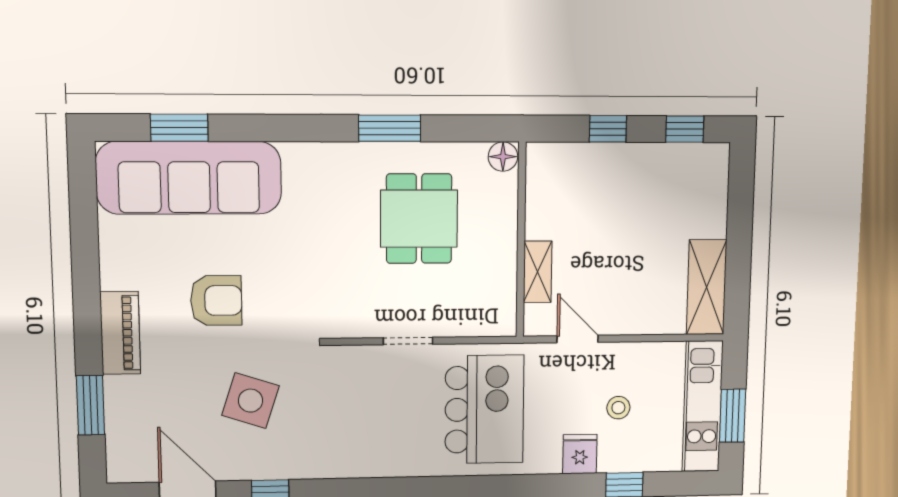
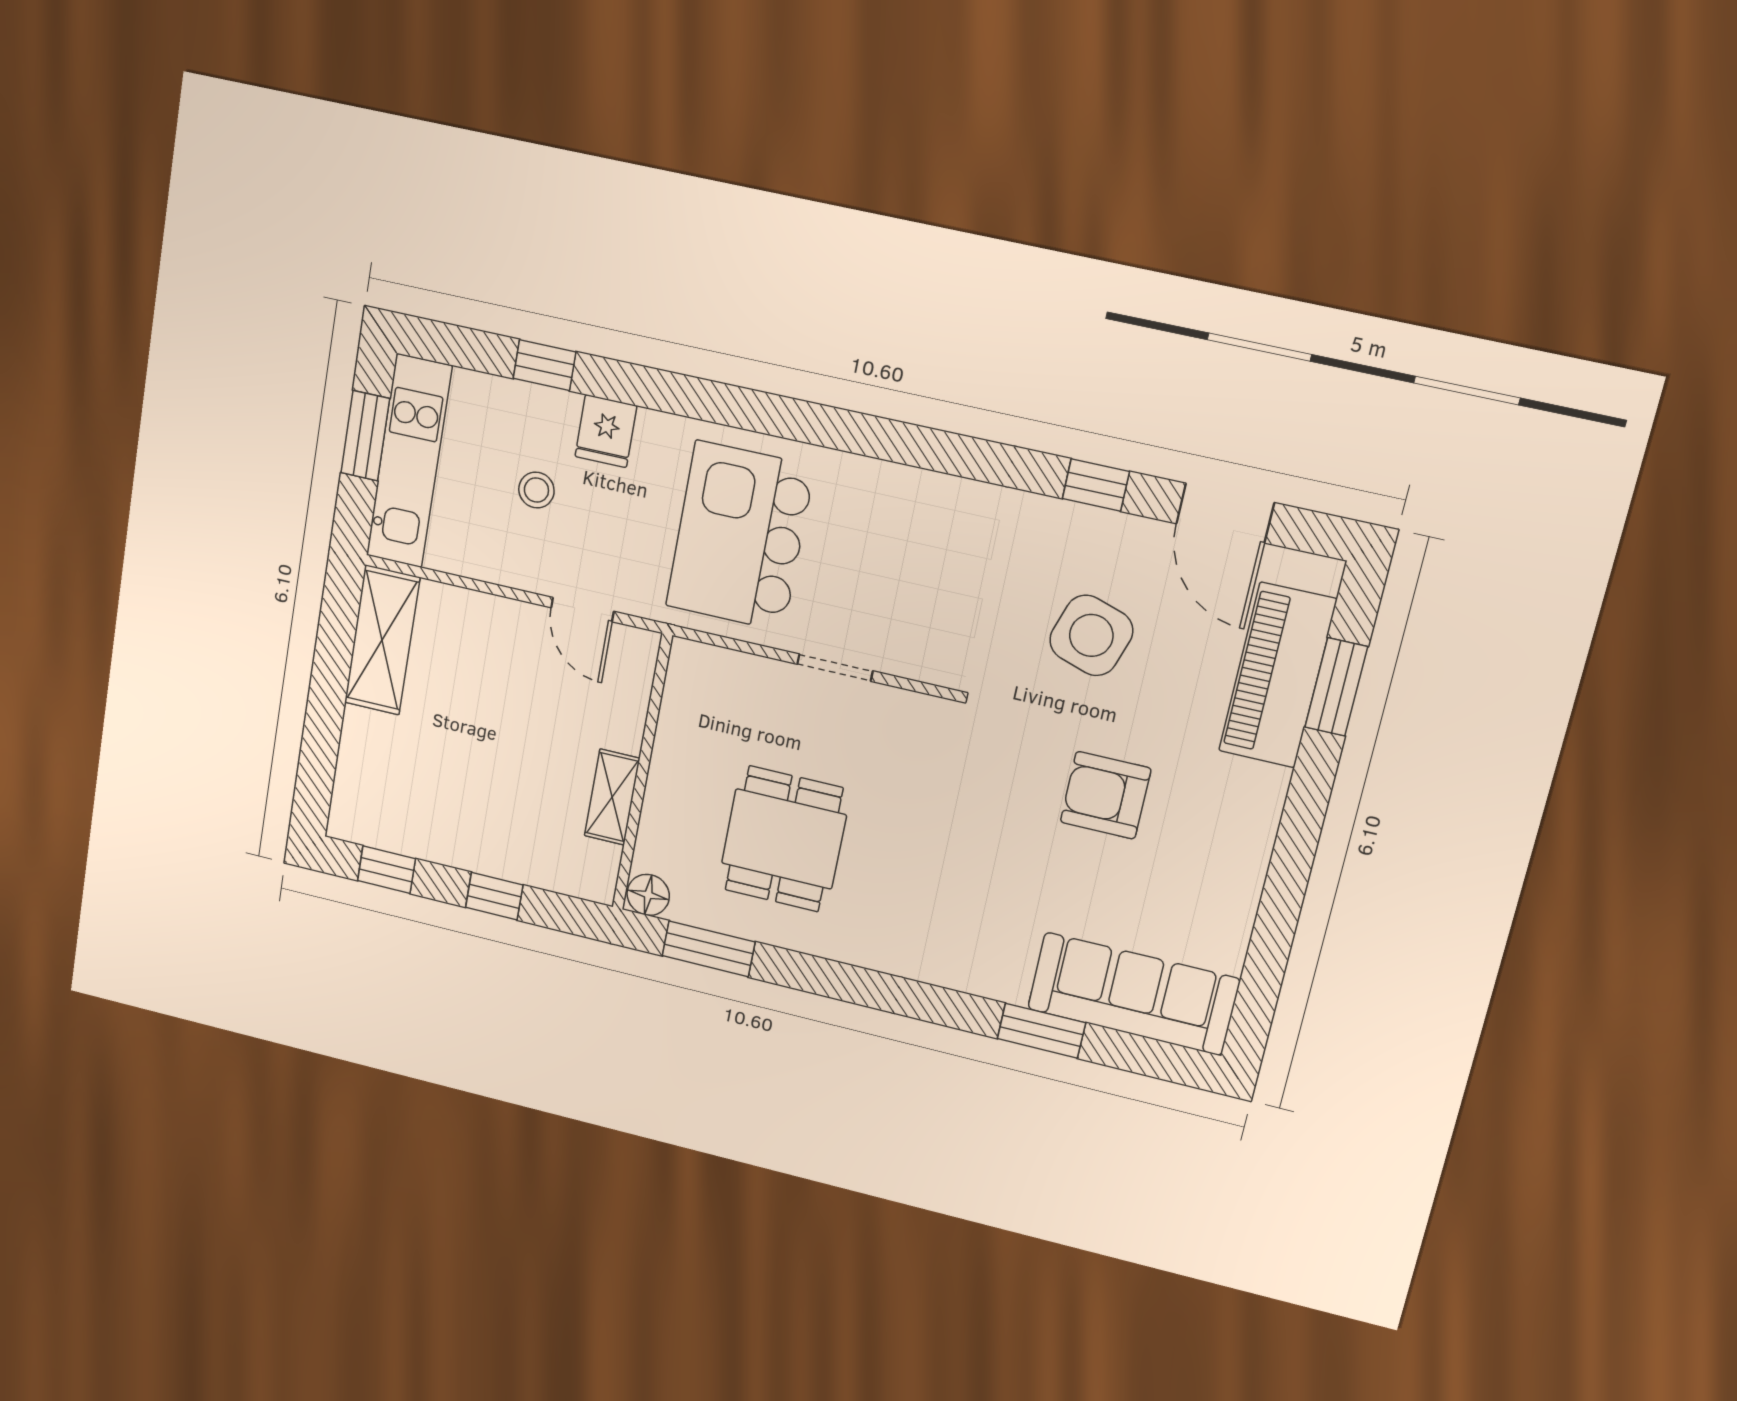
window: (179, 128) -> (1041, 1031), moved
window: (390, 128) -> (709, 949), moved
sofa: (189, 178) -> (1133, 994), width x0.74, depth x0.79
shelving: (538, 272) -> (612, 797), moved
piano: (120, 333) -> (1277, 675), moved, width x1.37, depth x1.33

